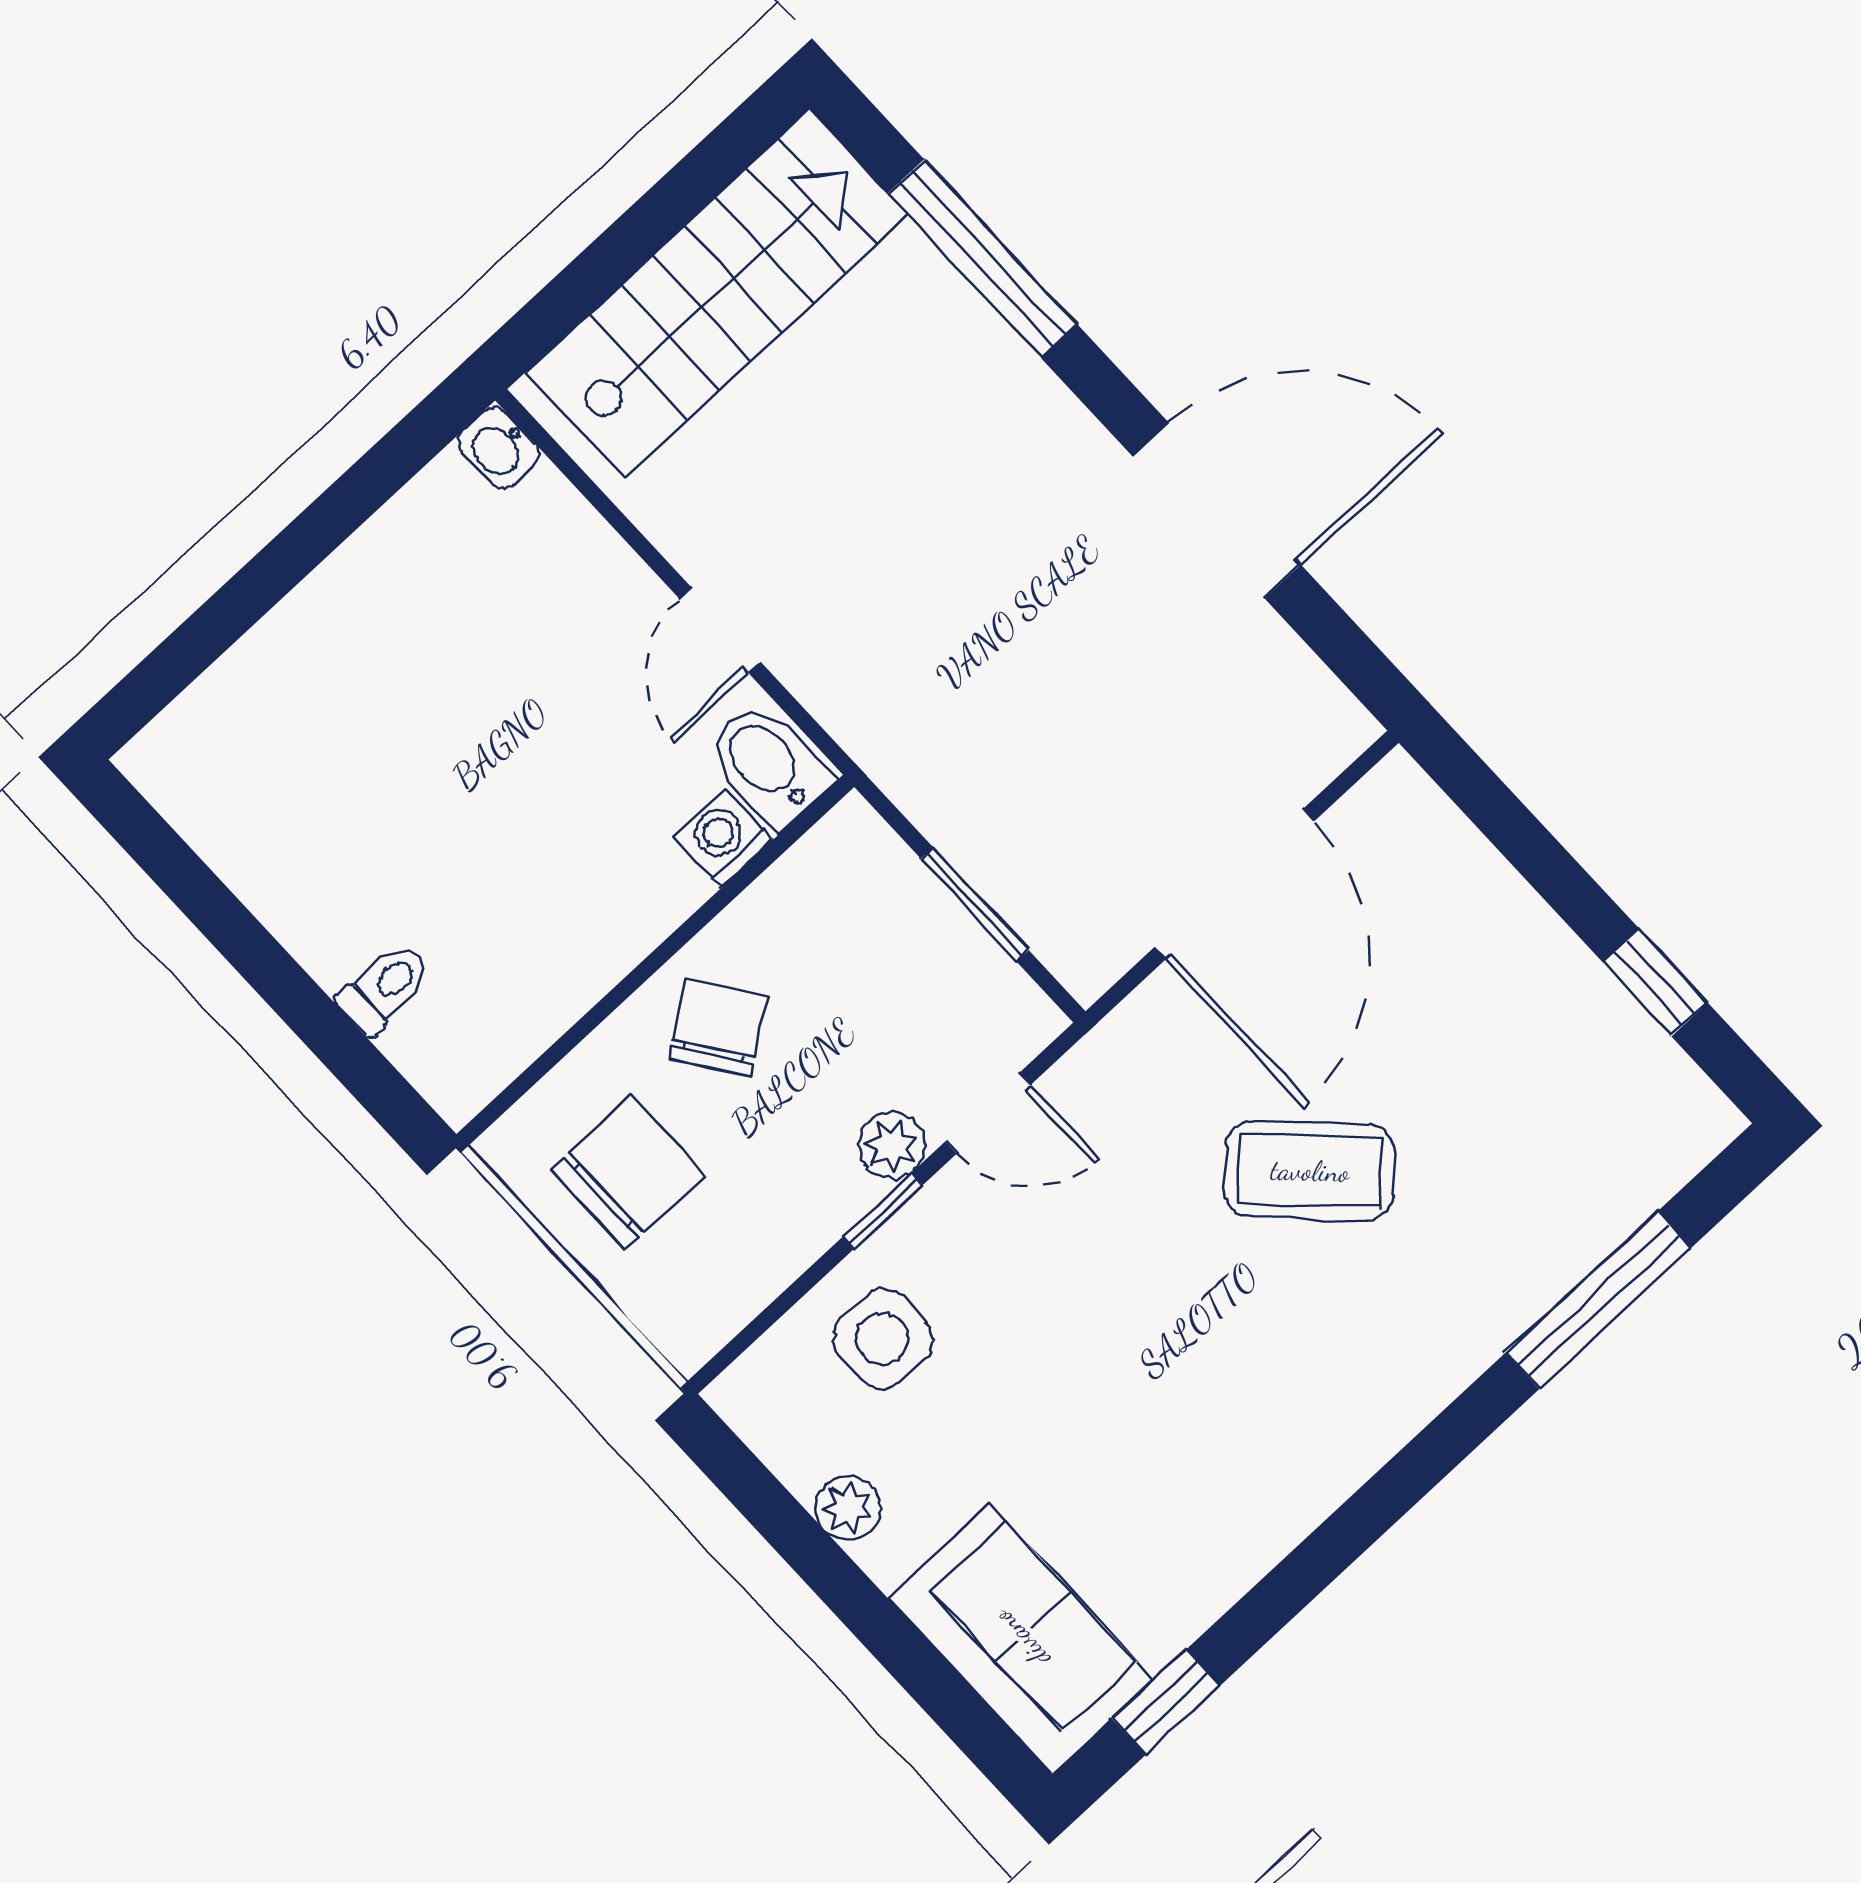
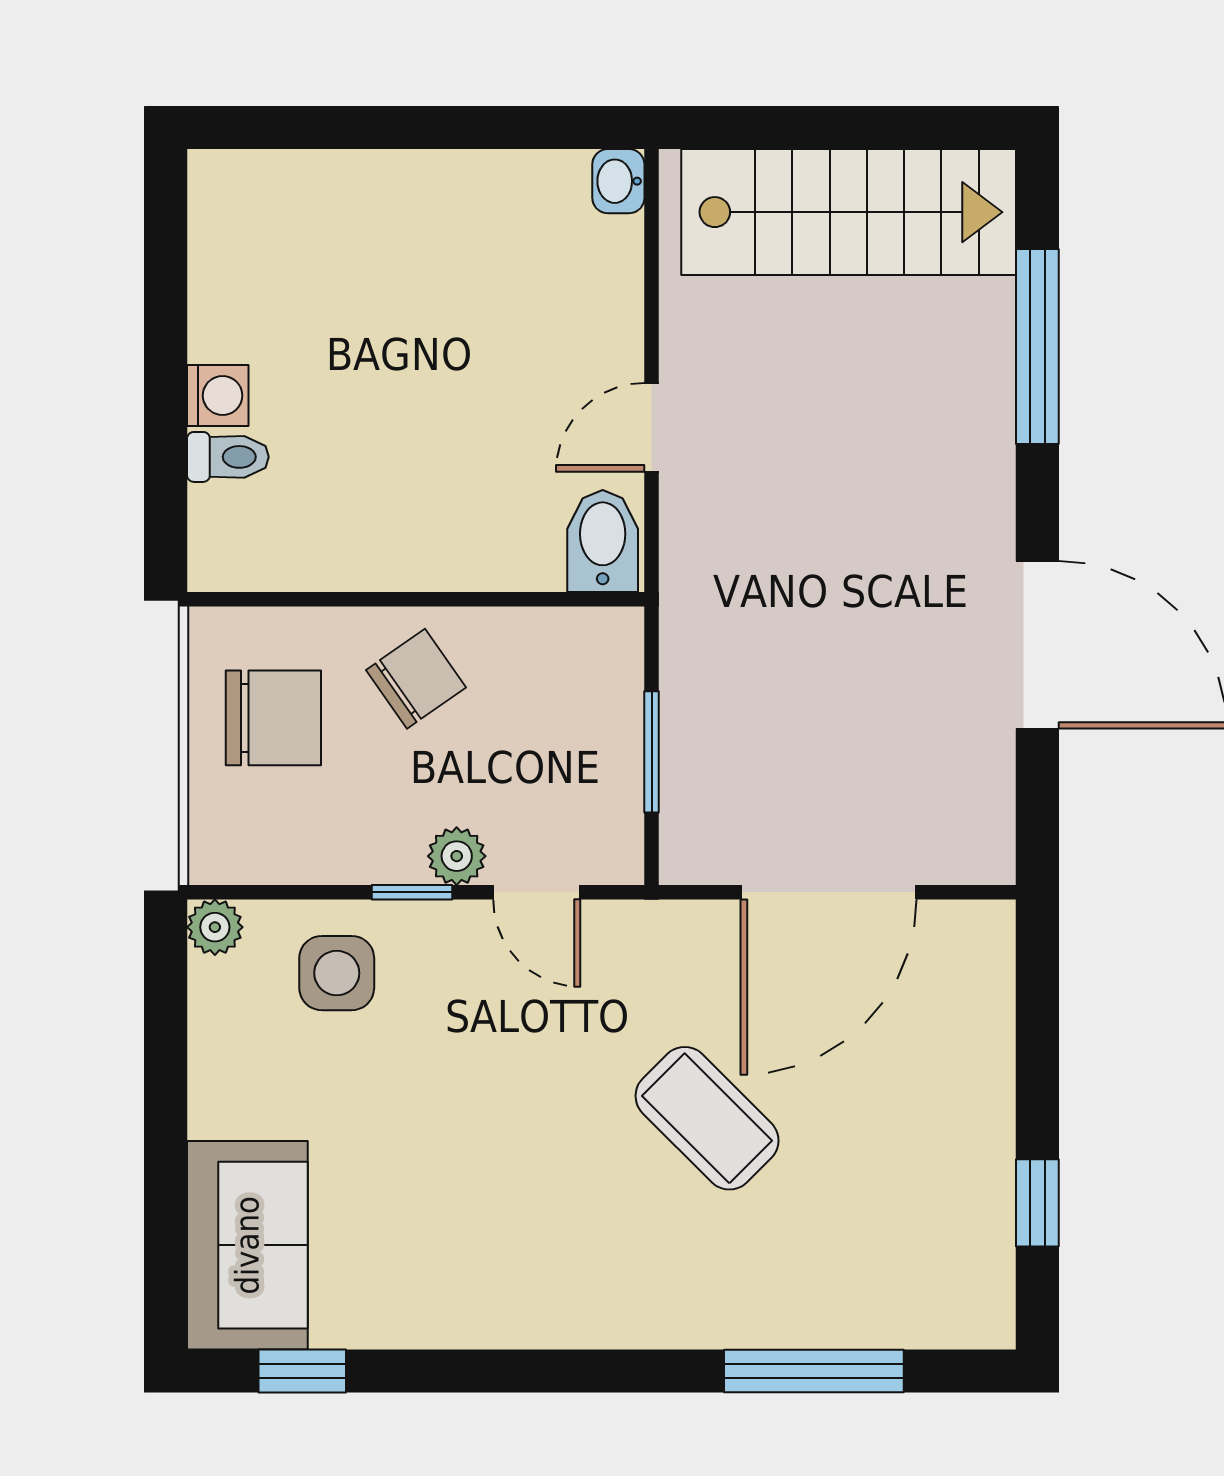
washing machine: (723, 838) -> (218, 396), moved, turned 90
plant: (848, 1508) -> (215, 927), moved

